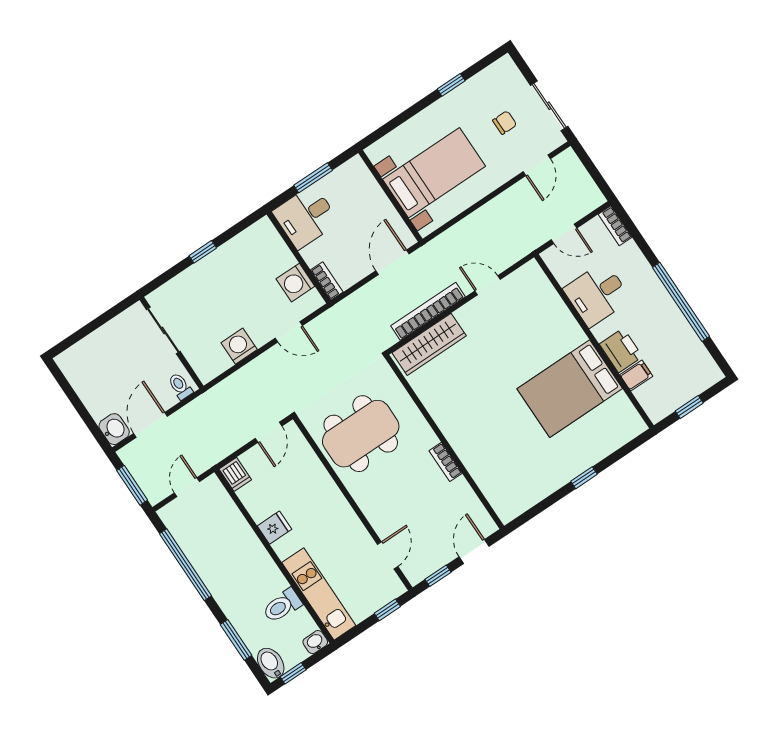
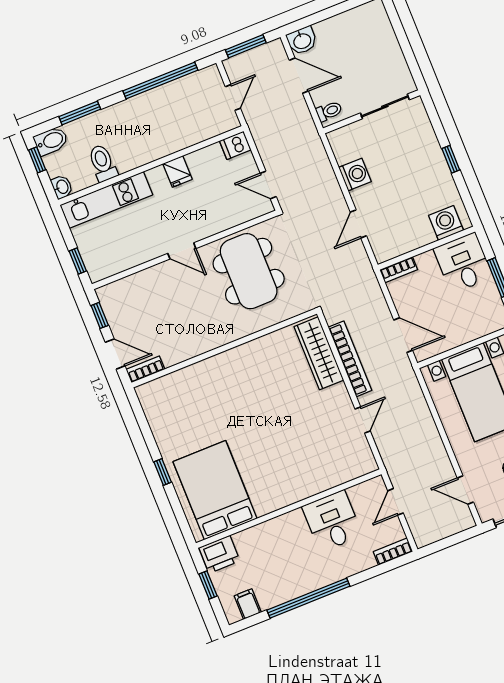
washing machine: (295, 283) -> (446, 223), moved
printer: (621, 350) -> (219, 554), moved
filing cabinet: (636, 375) -> (248, 604), moved, turned 180
bed: (570, 389) -> (215, 490), moved
bookcase: (446, 462) -> (145, 369), moved
door: (187, 487) -> (233, 97), hinge flipped
door: (388, 555) -> (182, 251), moved

